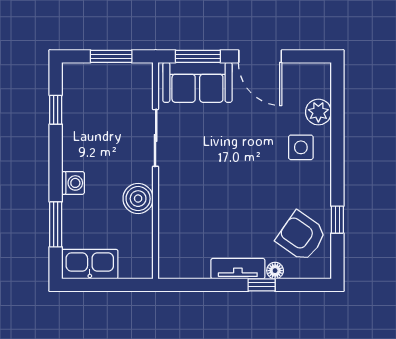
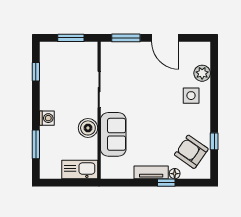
sofa: (197, 82) -> (113, 134), moved, turned -90
kitchen sink: (90, 264) -> (80, 169), moved

